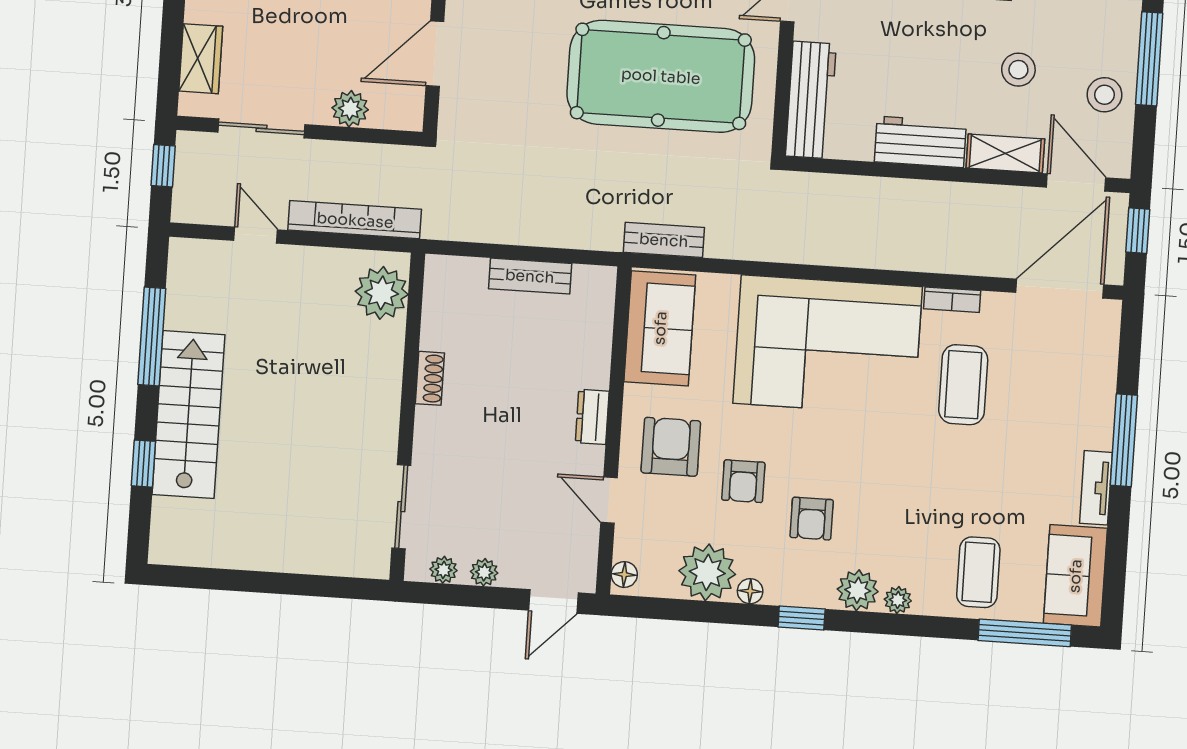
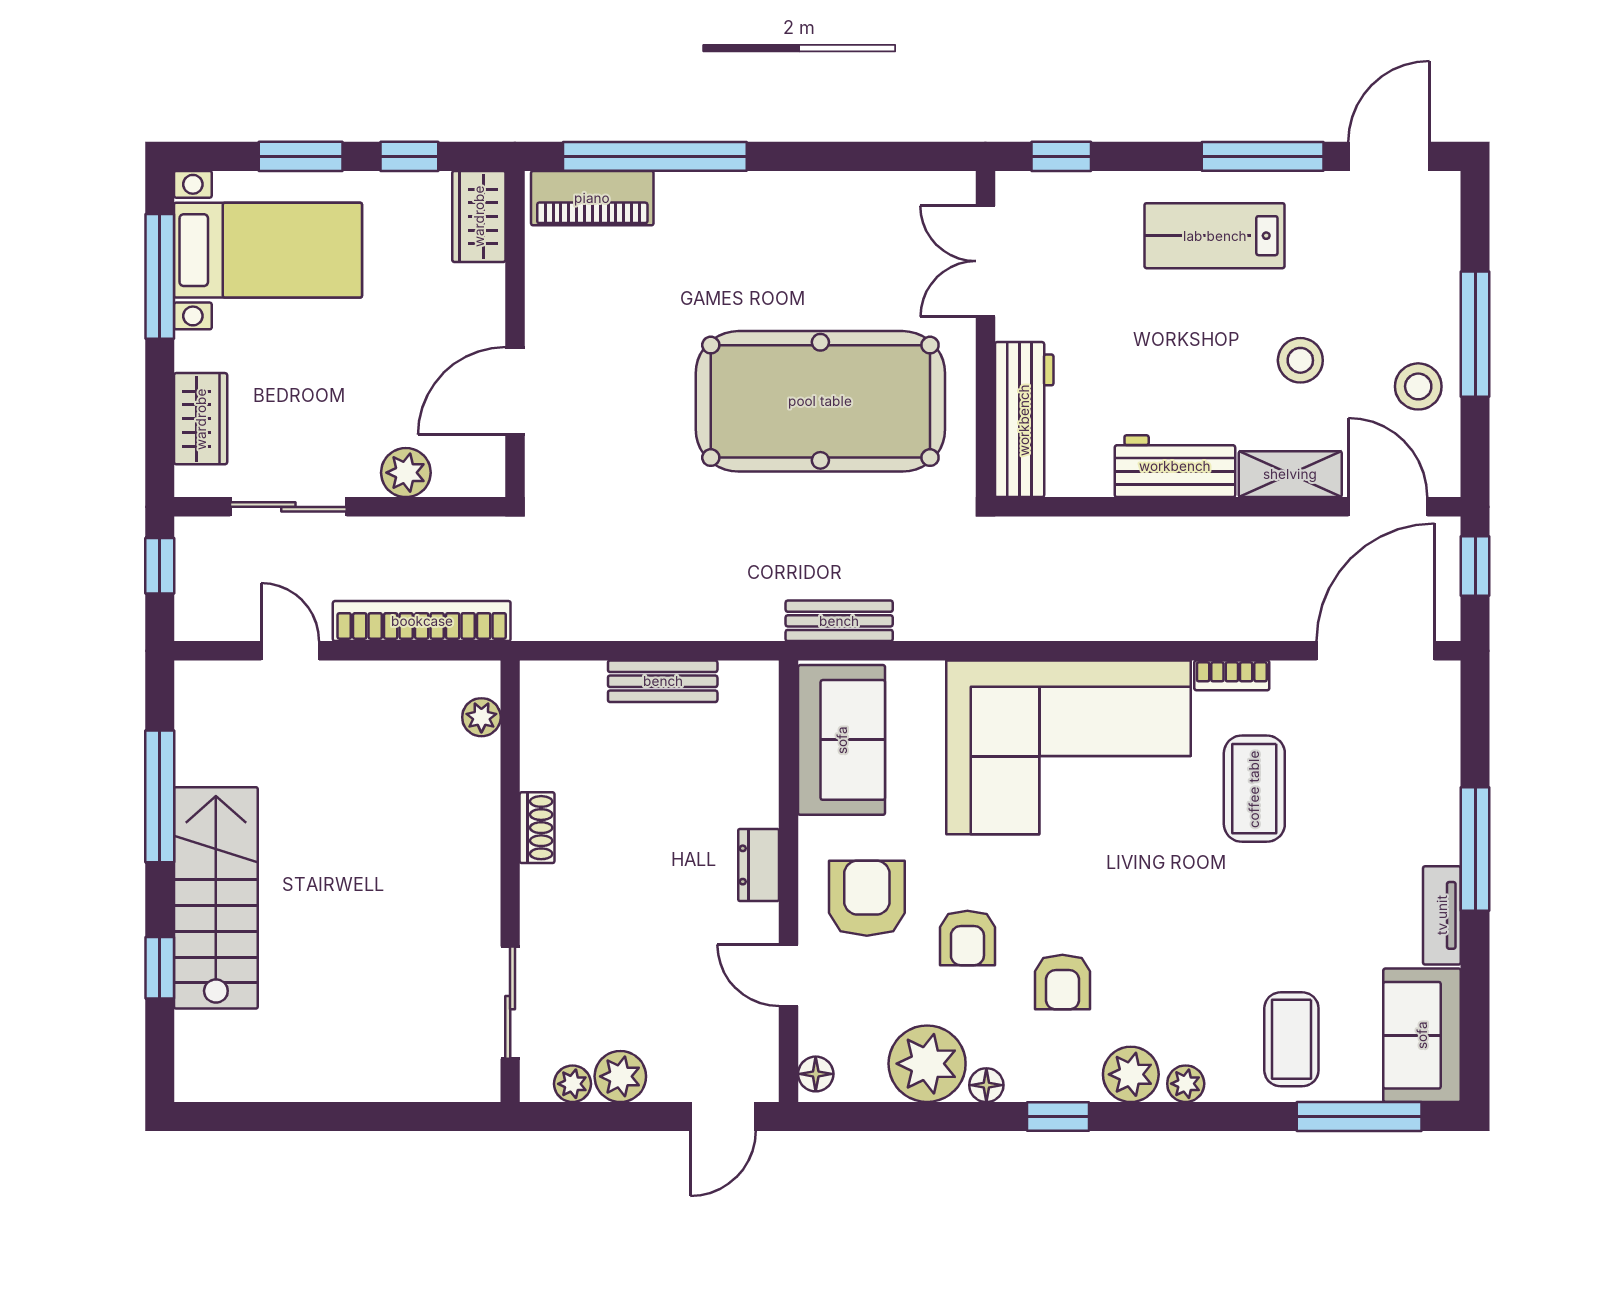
plant: (382, 293) -> (481, 717), width x0.53, depth x0.53
plant: (484, 572) -> (620, 1076), width x1.38, depth x1.38

